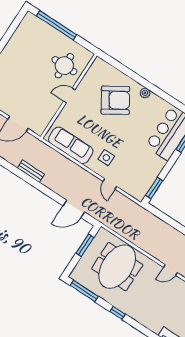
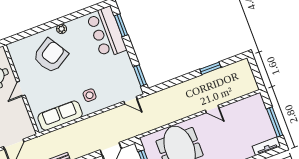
door: (110, 184) -> (130, 100), moved
door: (170, 270) -> (212, 109), hinge flipped

